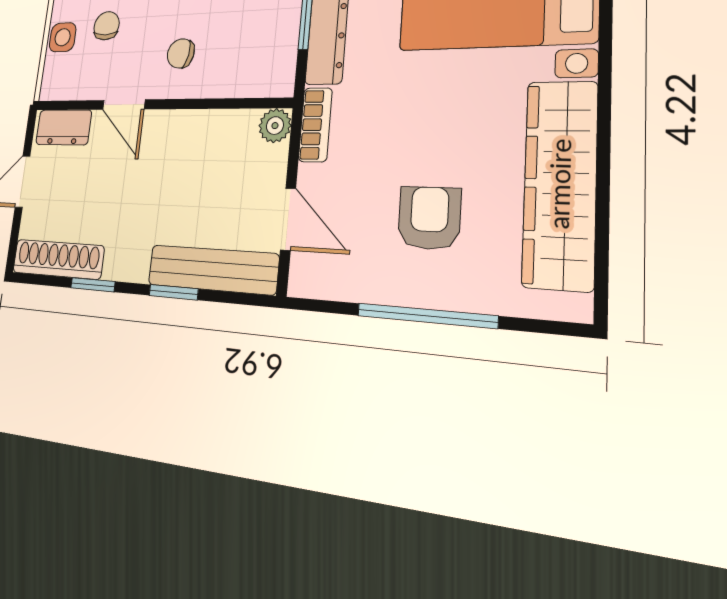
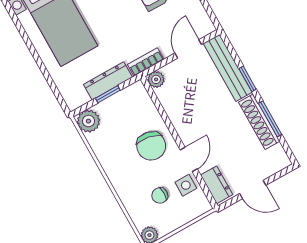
side table: (63, 37) -> (186, 185), moved
chair: (181, 53) -> (151, 146), width x1.87, depth x1.87
shoe rack: (58, 259) -> (259, 122), moved
window: (93, 285) -> (270, 119), width x1.50

